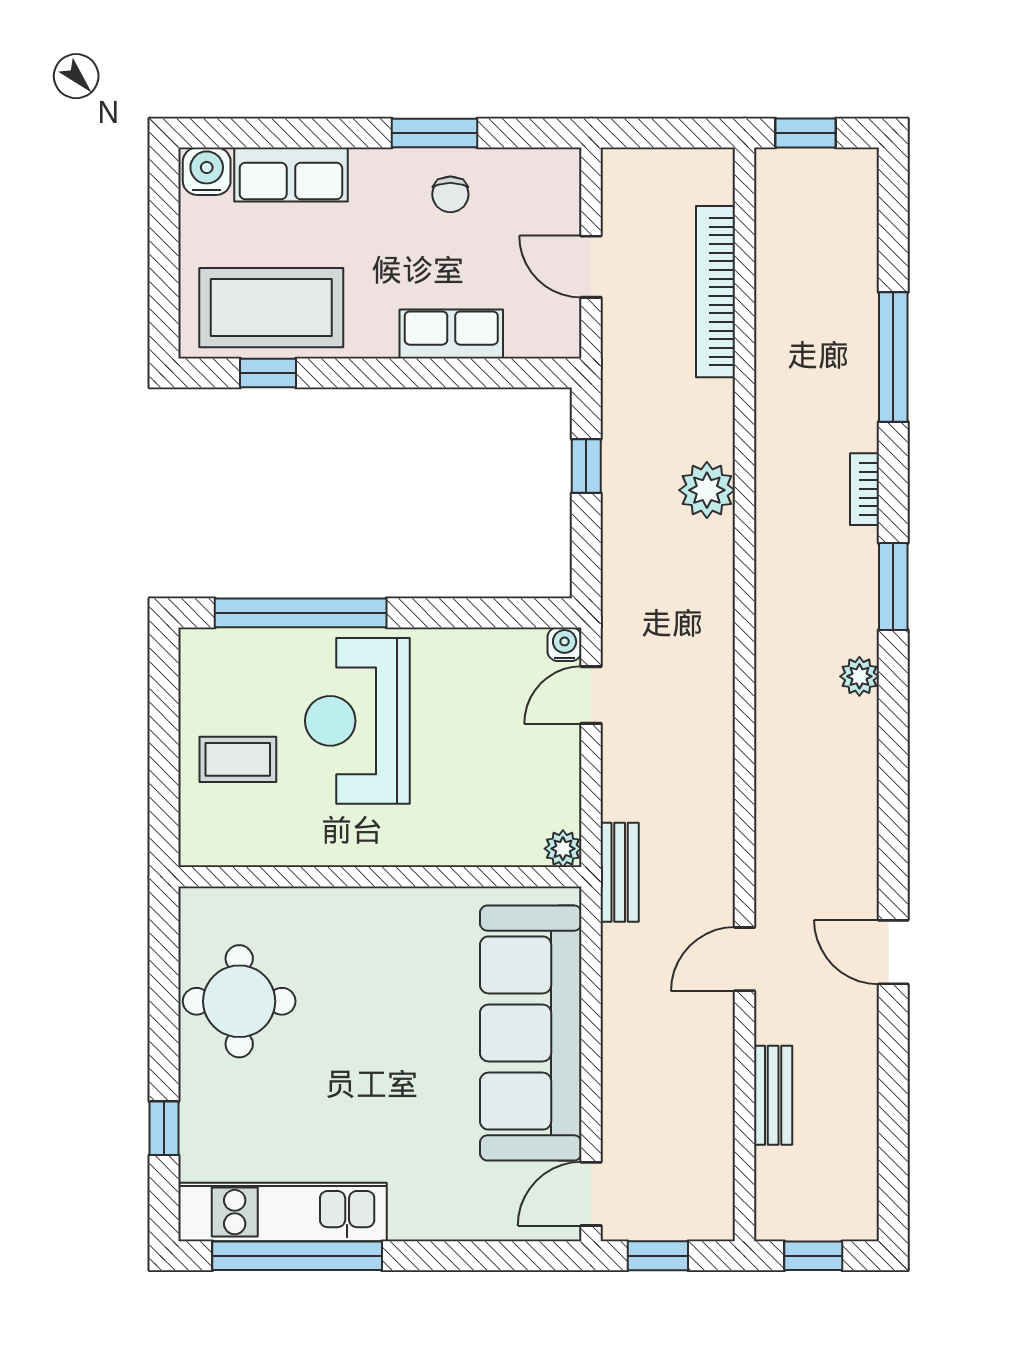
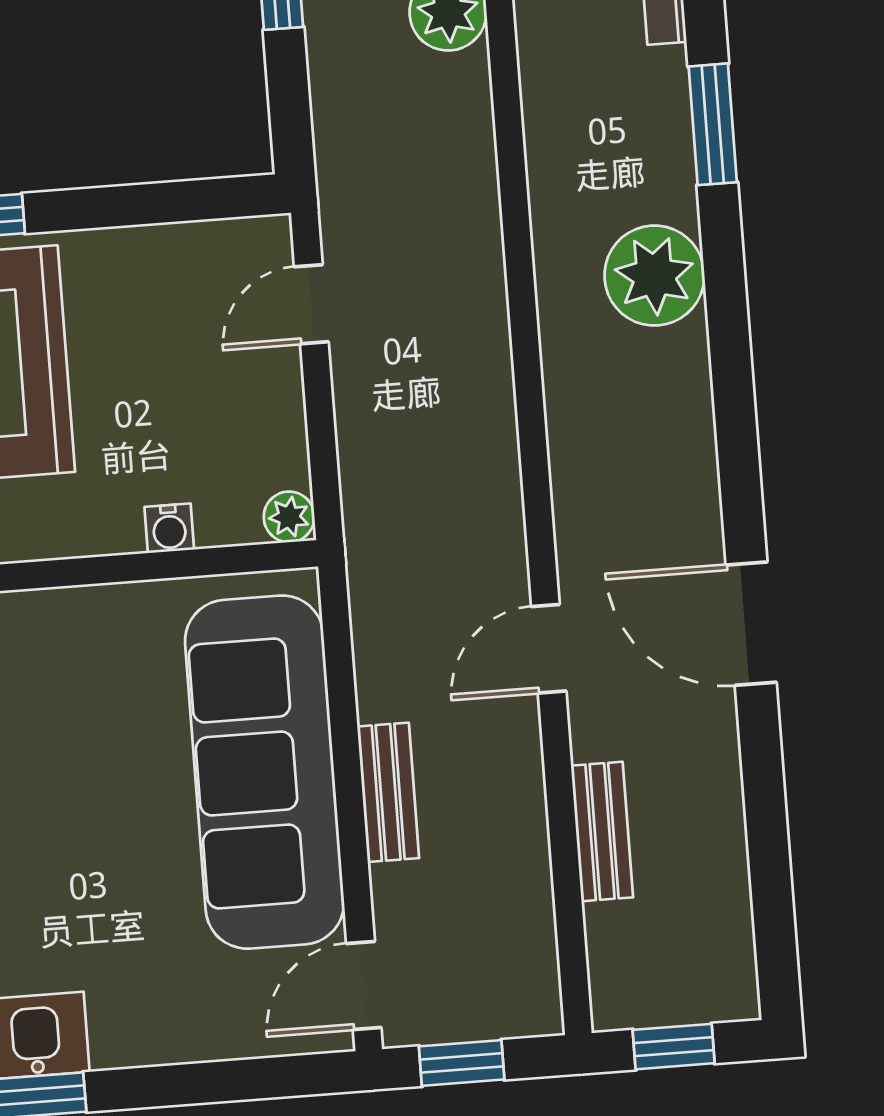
water cooler: (565, 644) -> (169, 528), moved, turned 180
plant: (859, 676) -> (654, 276), width x1.88, depth x1.88
bench: (620, 872) -> (388, 792), moved
door: (893, 952) -> (751, 624), width x1.38

